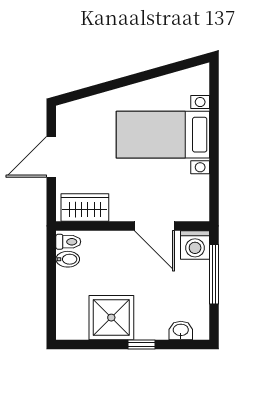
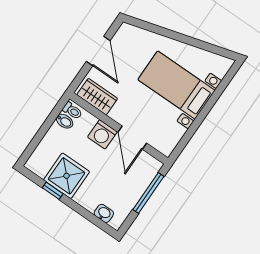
door: (51, 157) -> (98, 51), swing flipped
washing machine: (195, 245) -> (102, 134), moved
window: (142, 344) -> (53, 191), moved

